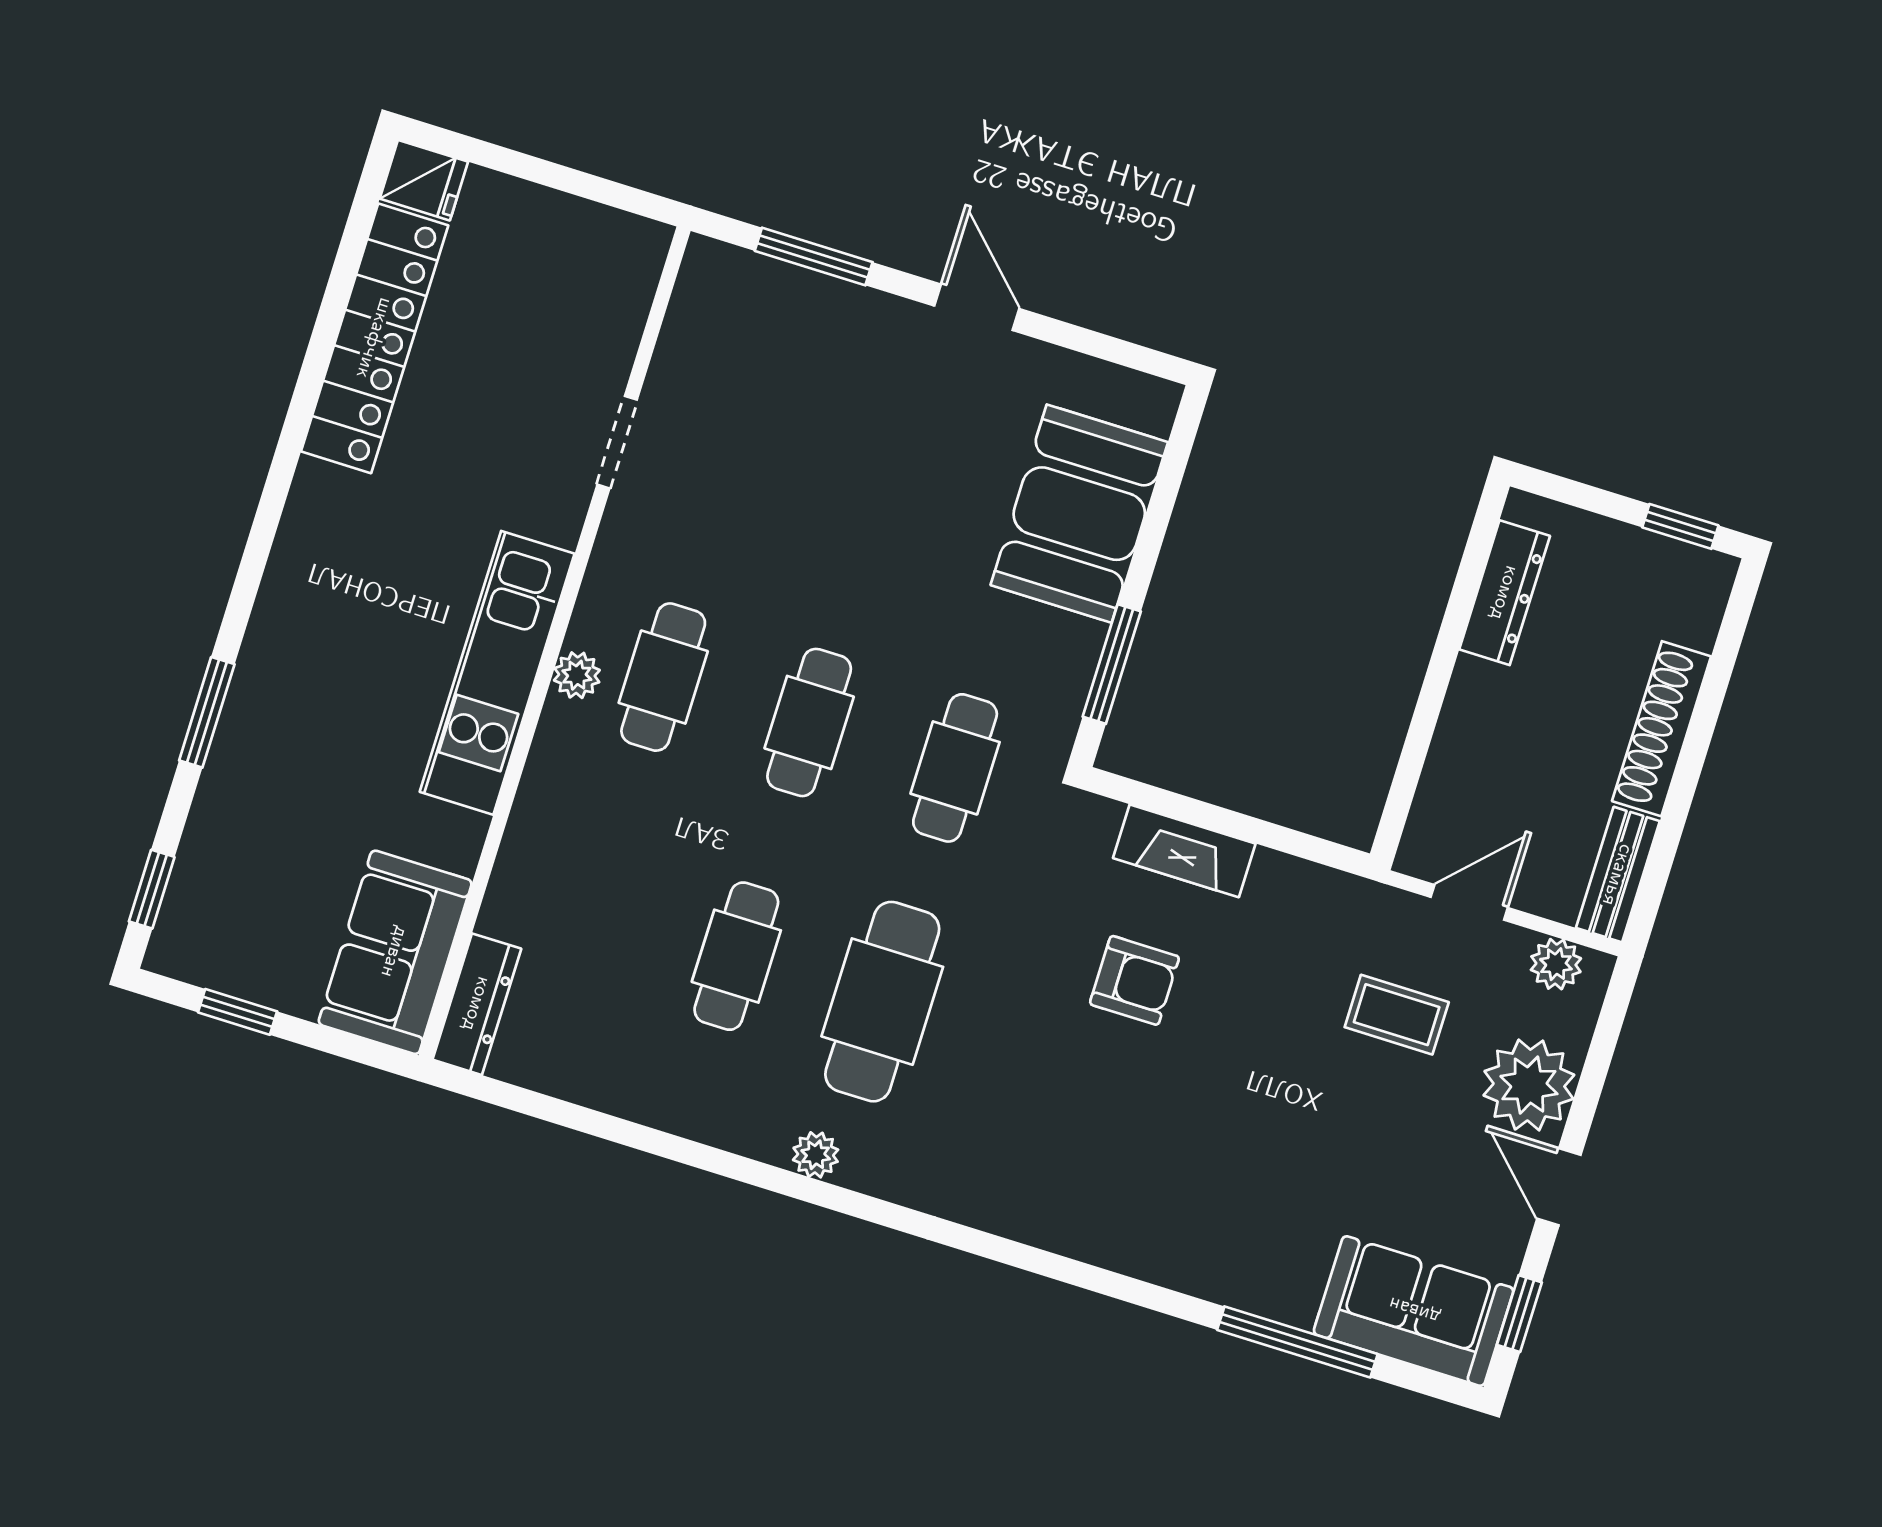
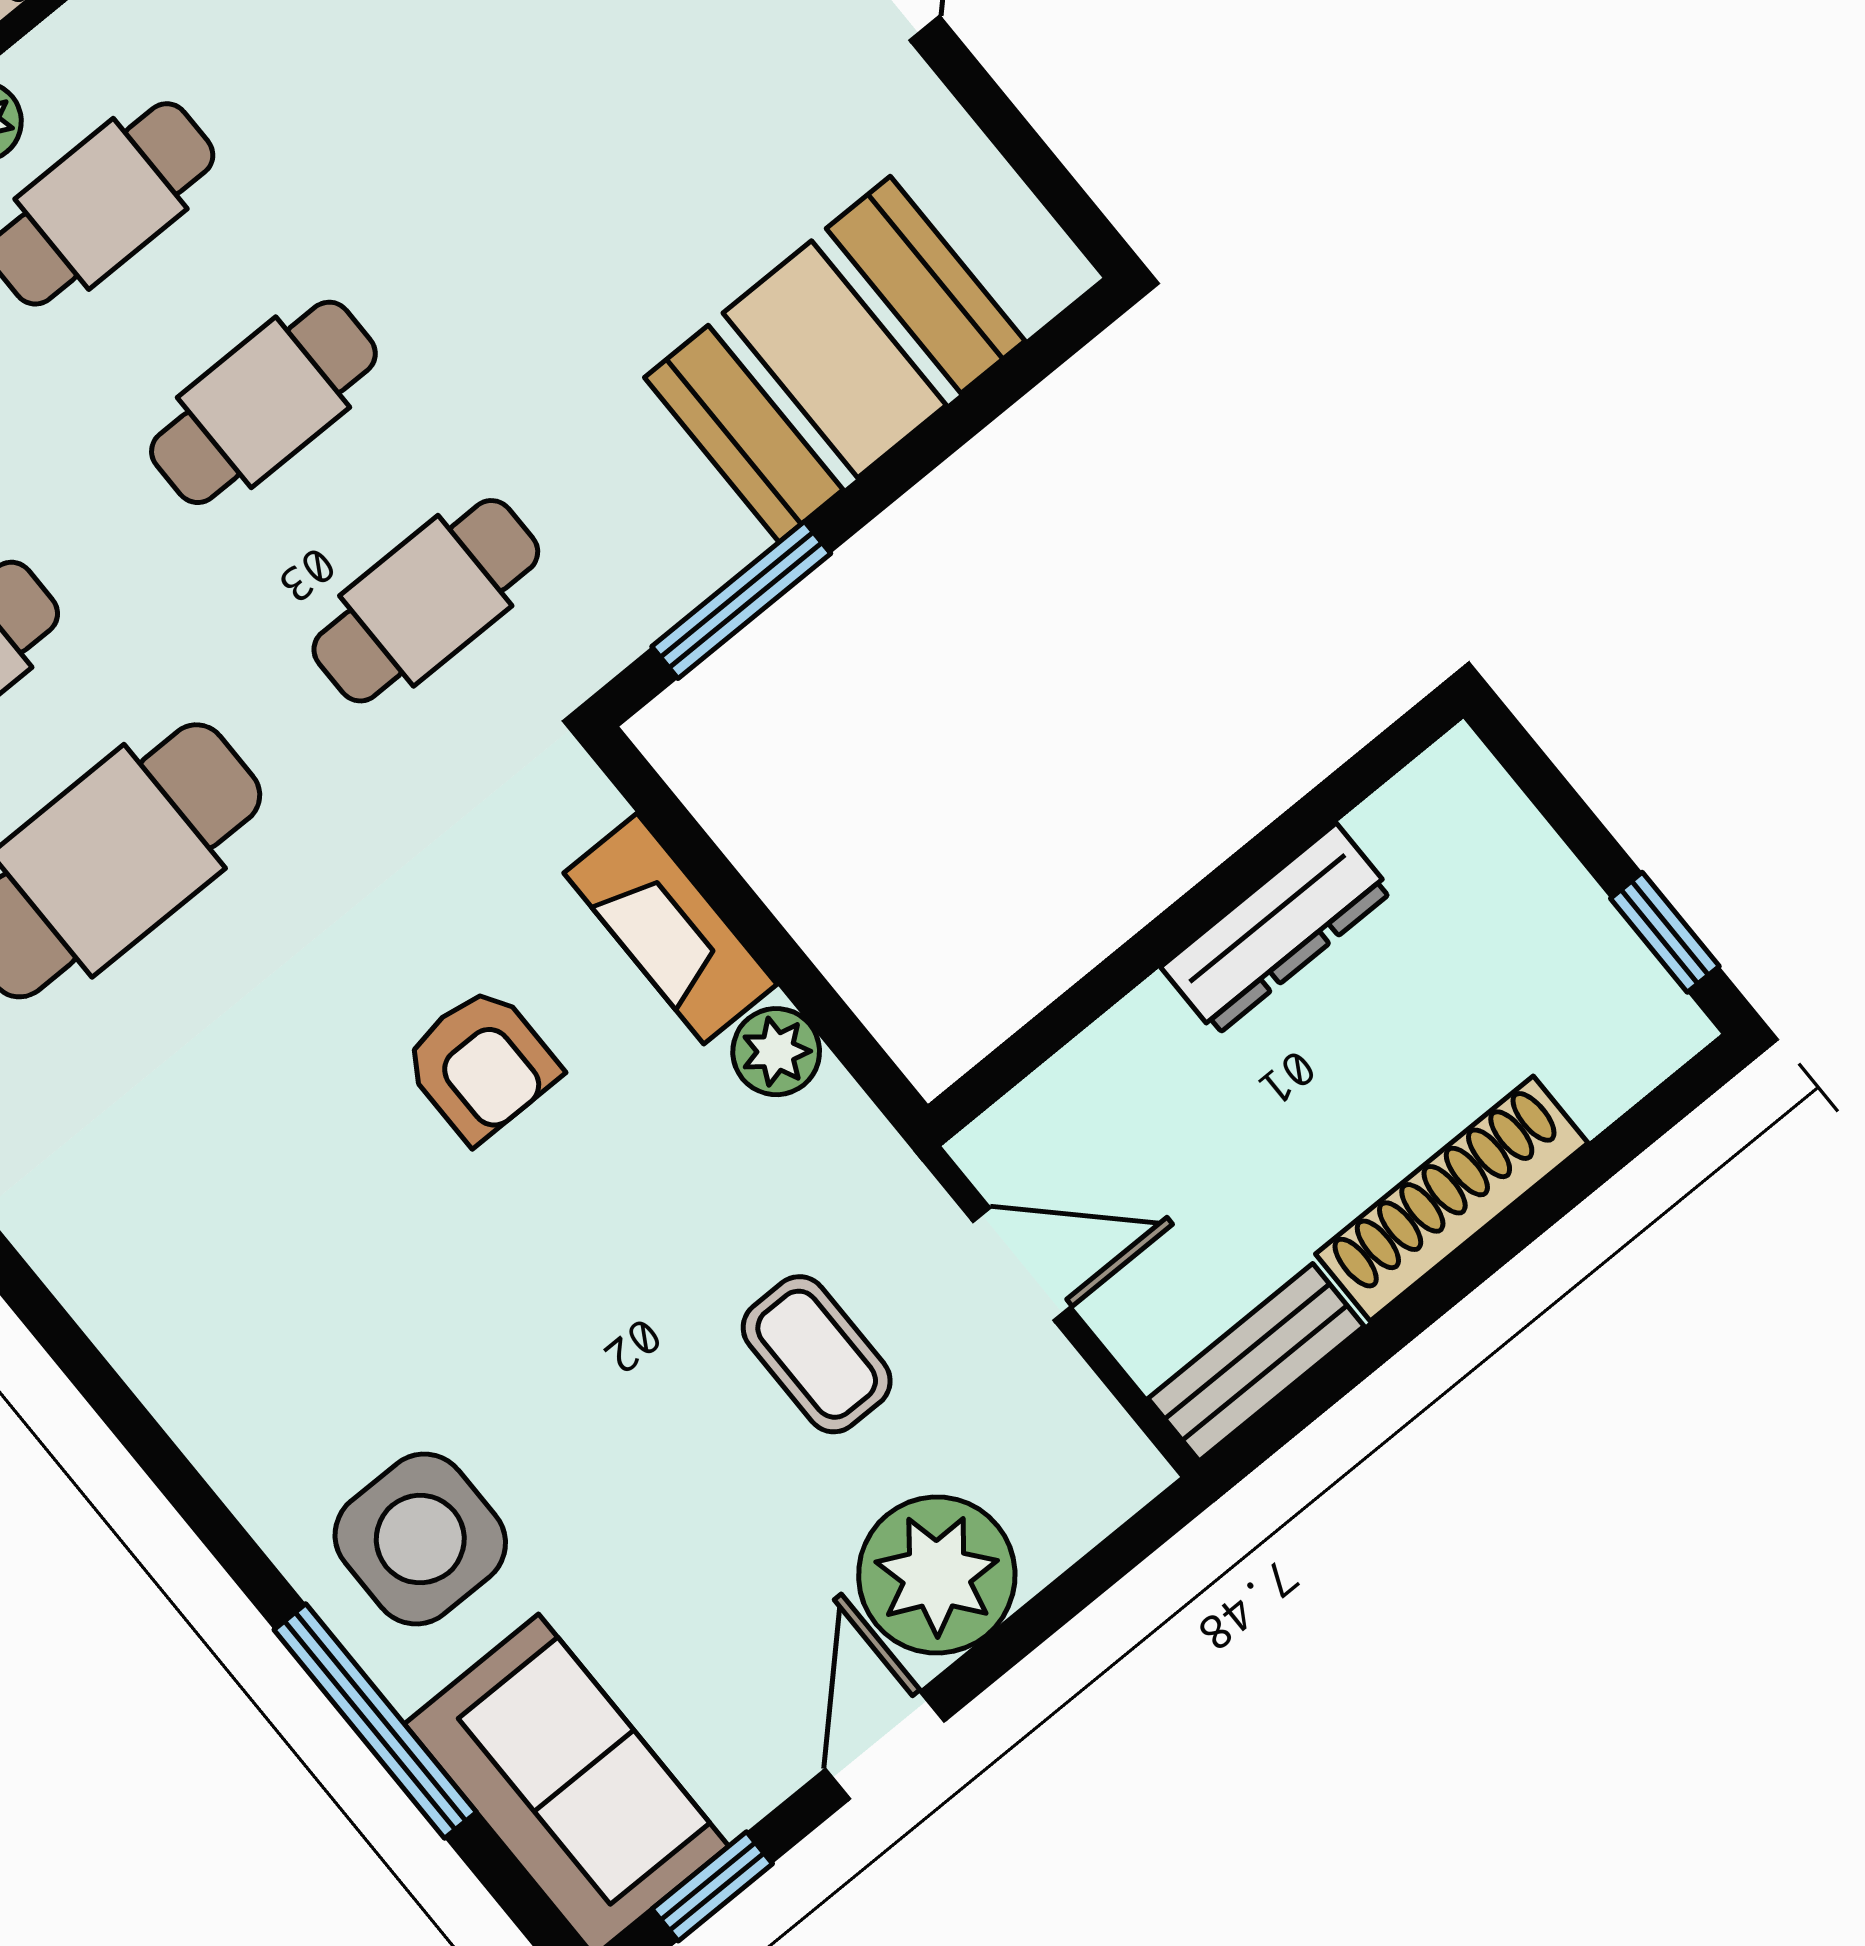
dresser: (1505, 593) -> (1276, 929), moved
plant: (1556, 964) -> (776, 1052), moved
side table: (1260, 1237) -> (420, 1539), added

